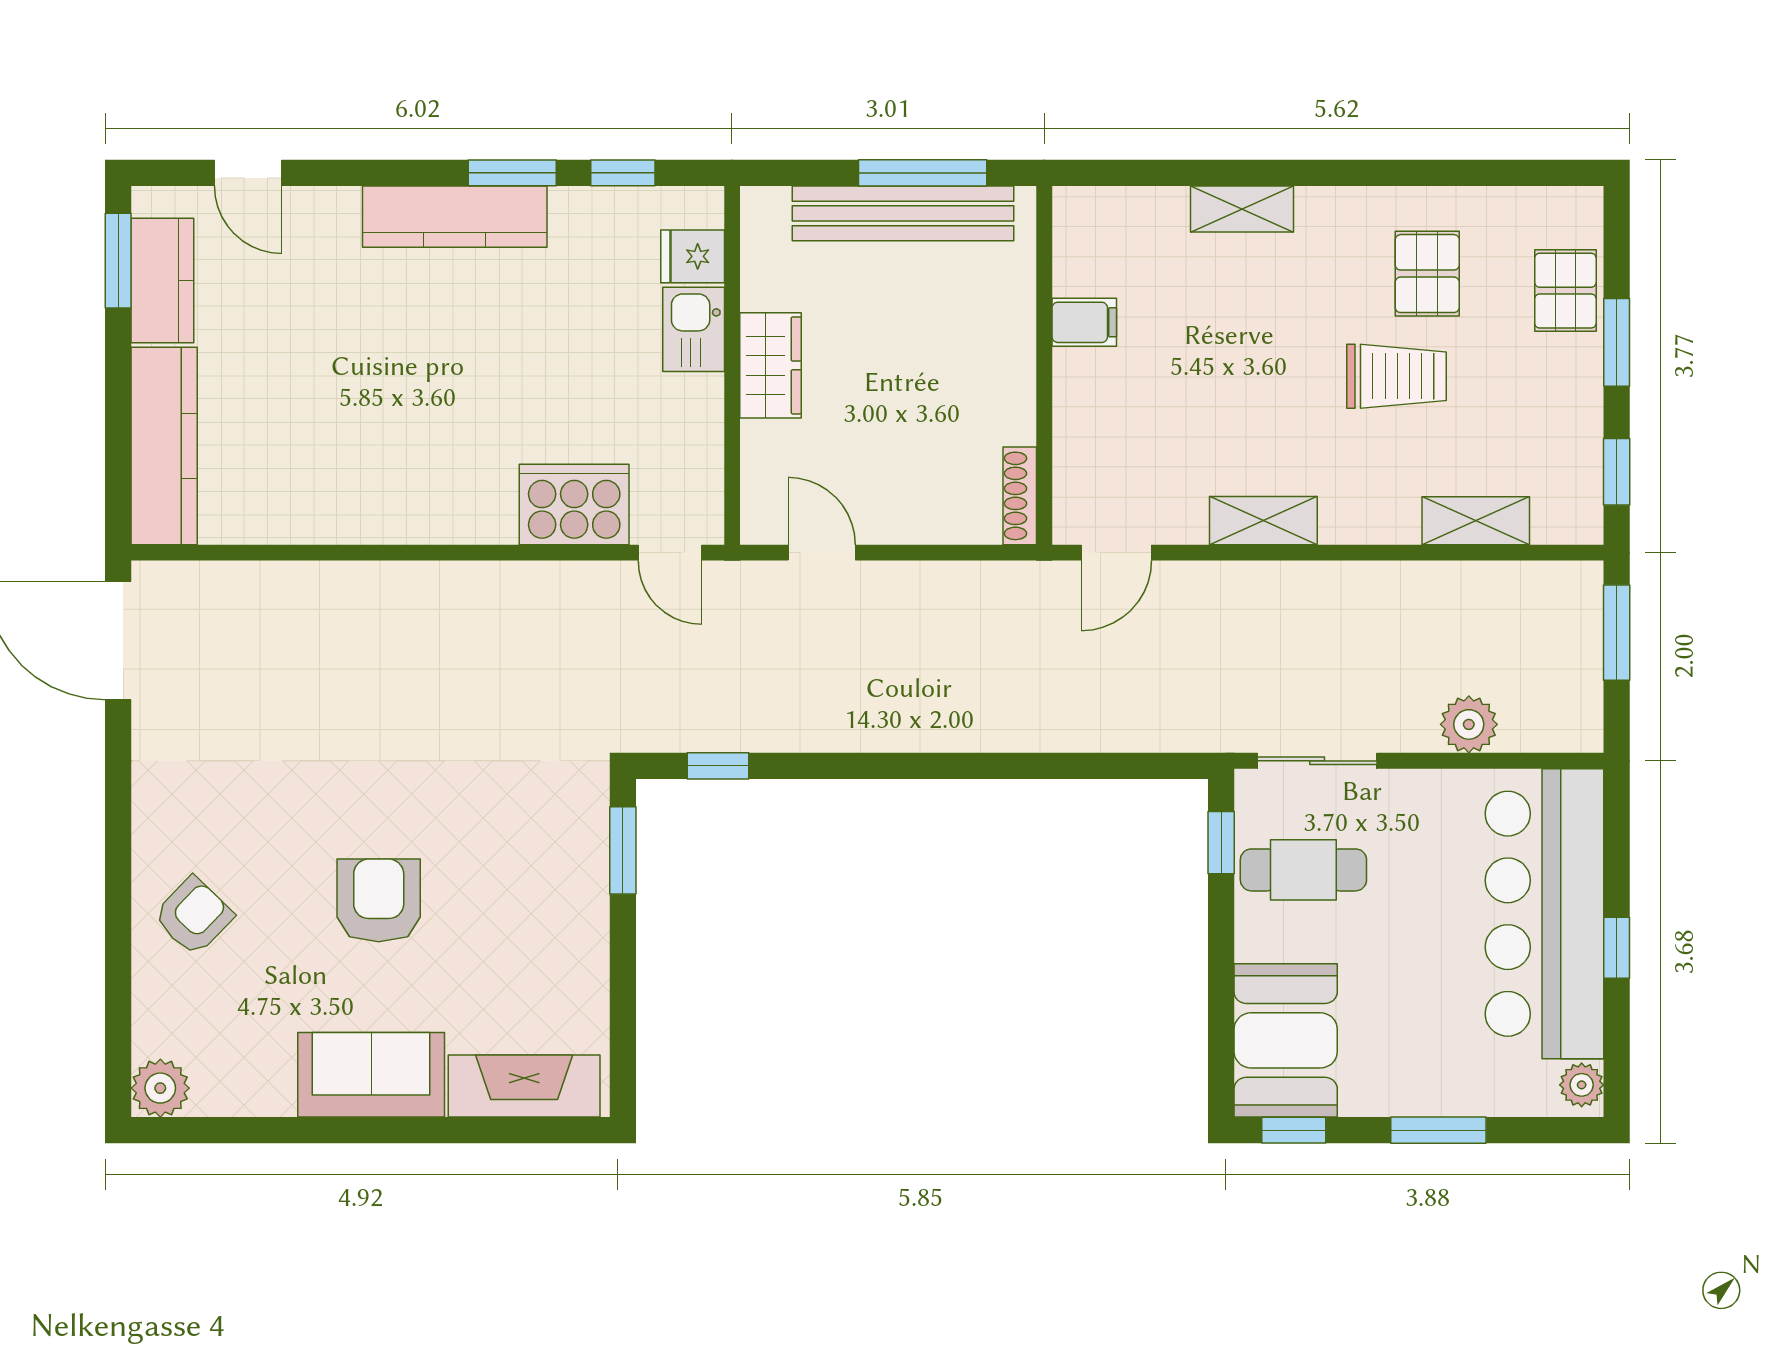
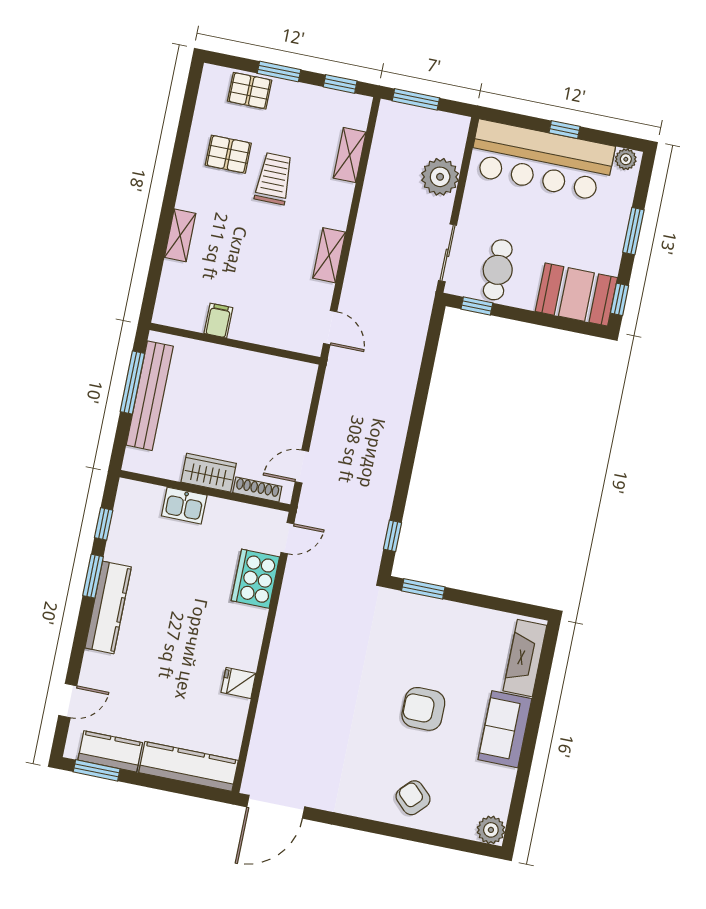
fridge: (693, 256) -> (238, 683), moved, turned 90
shoe rack: (1020, 496) -> (257, 489), moved, turned 180
plant: (1469, 724) -> (440, 177), width x1.36, depth x1.36

